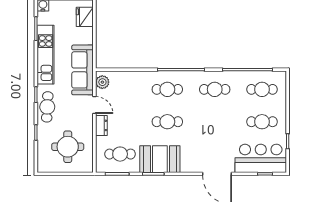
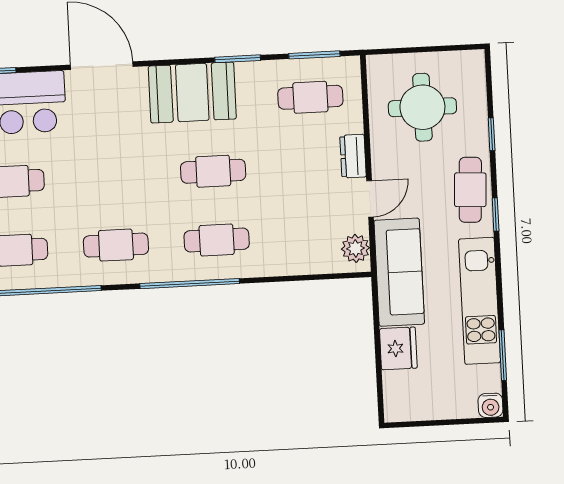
fridge: (85, 17) -> (398, 348), moved
door: (94, 105) -> (370, 199), swing flipped
booth: (160, 159) -> (192, 93), moved

